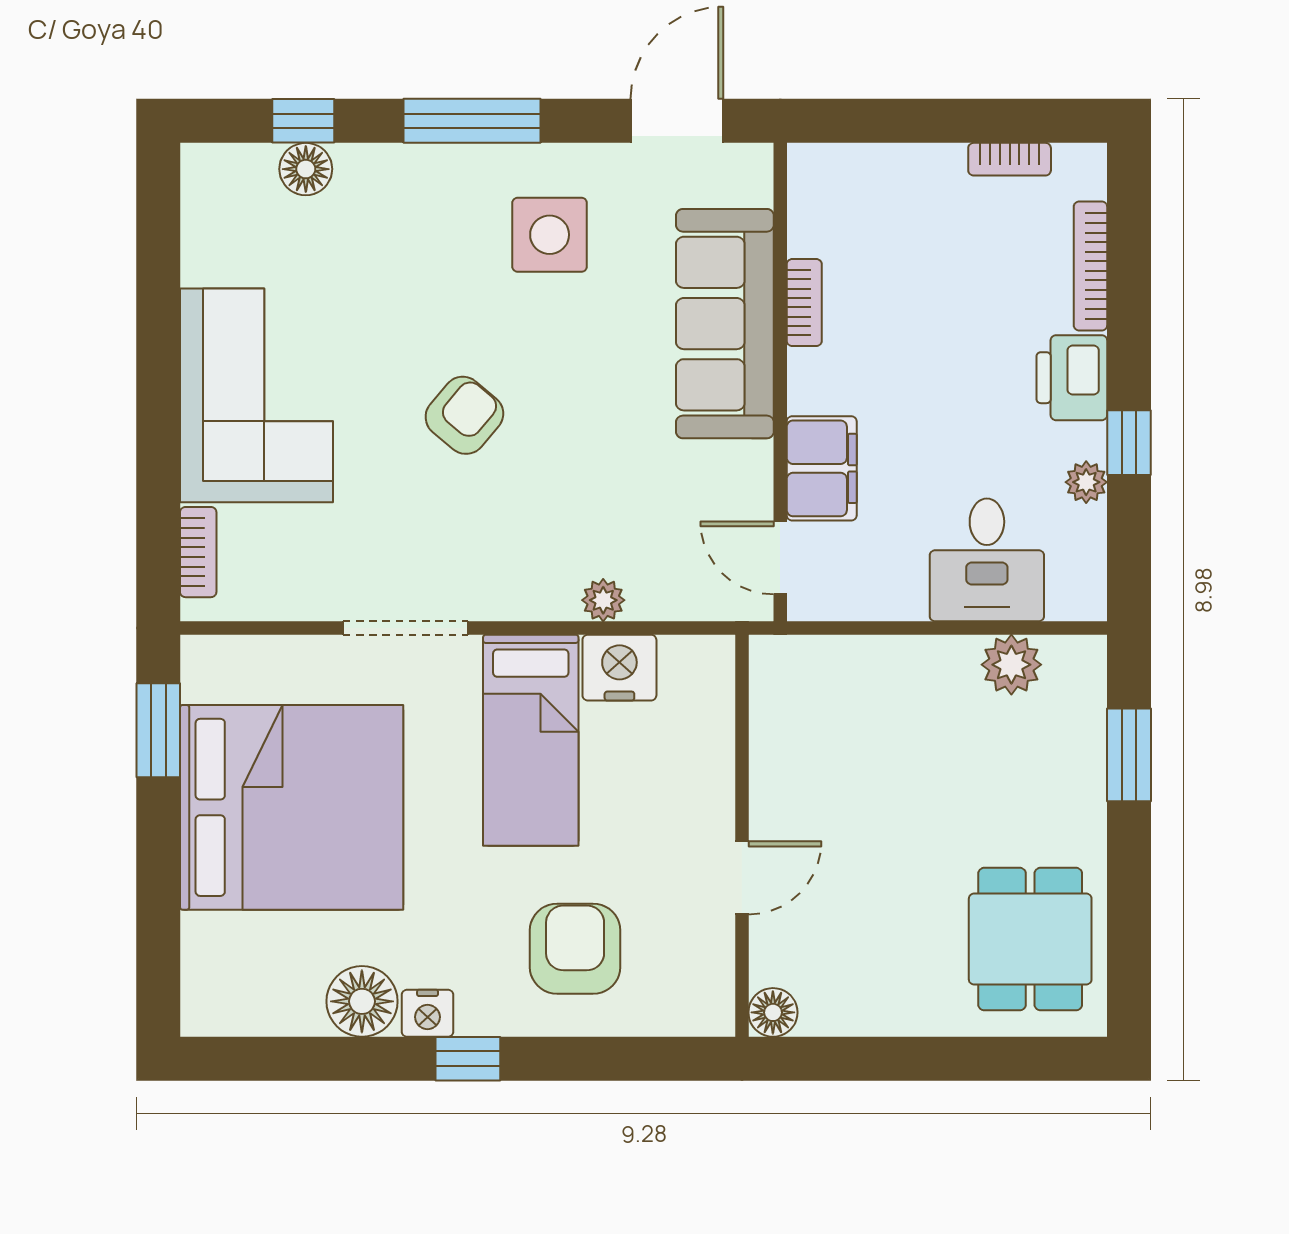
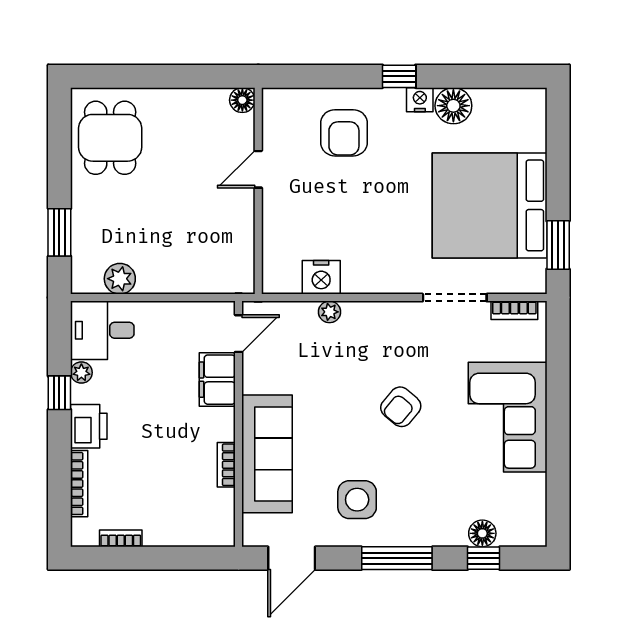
bookcase: (198, 552) -> (514, 310), moved, turned -90
door: (780, 558) -> (239, 334), hinge flipped
desk: (987, 560) -> (102, 330), moved, turned -90
doorway: (405, 628) -> (455, 298), moved
bed: (531, 740) -> (367, 240), removed

